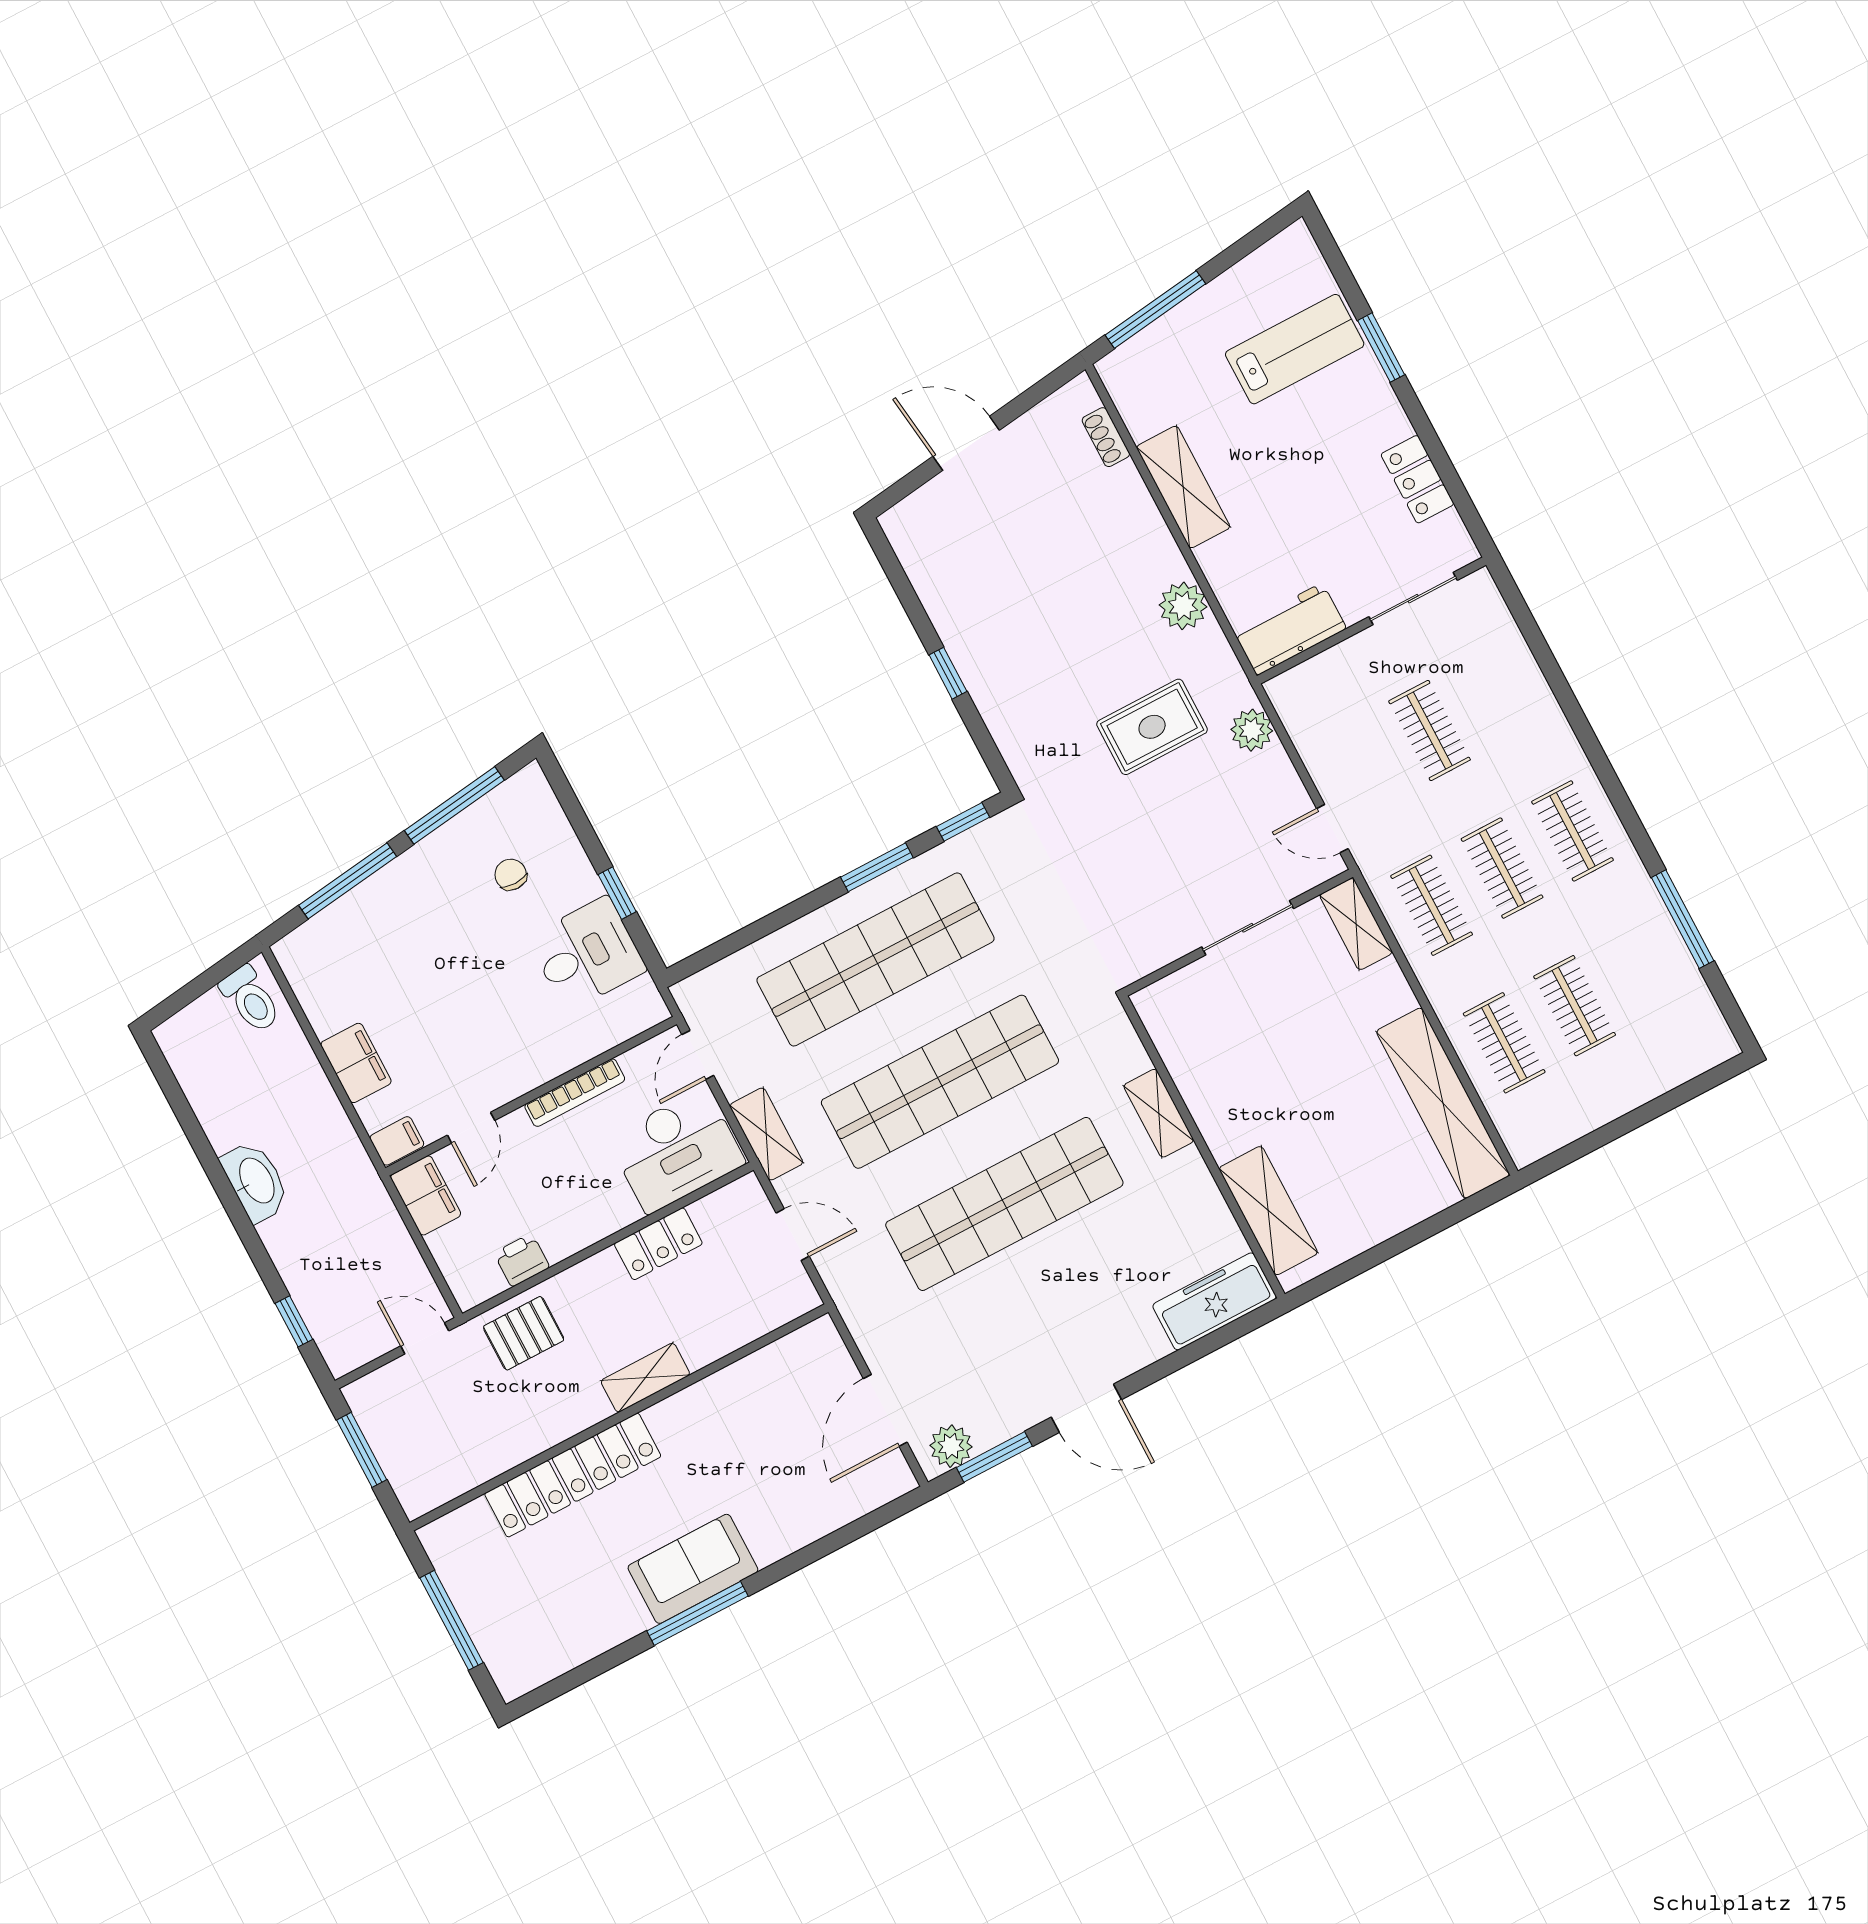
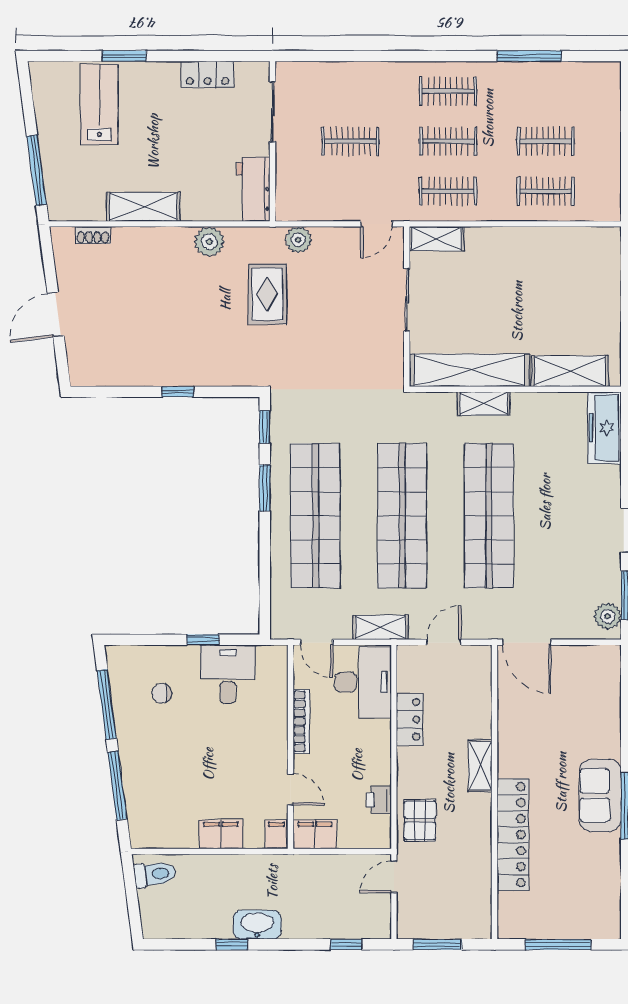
shelving: (1443, 1103) -> (469, 370), moved
window: (209, 1160) -> (232, 944), added
door: (885, 1410) -> (527, 642), moved

